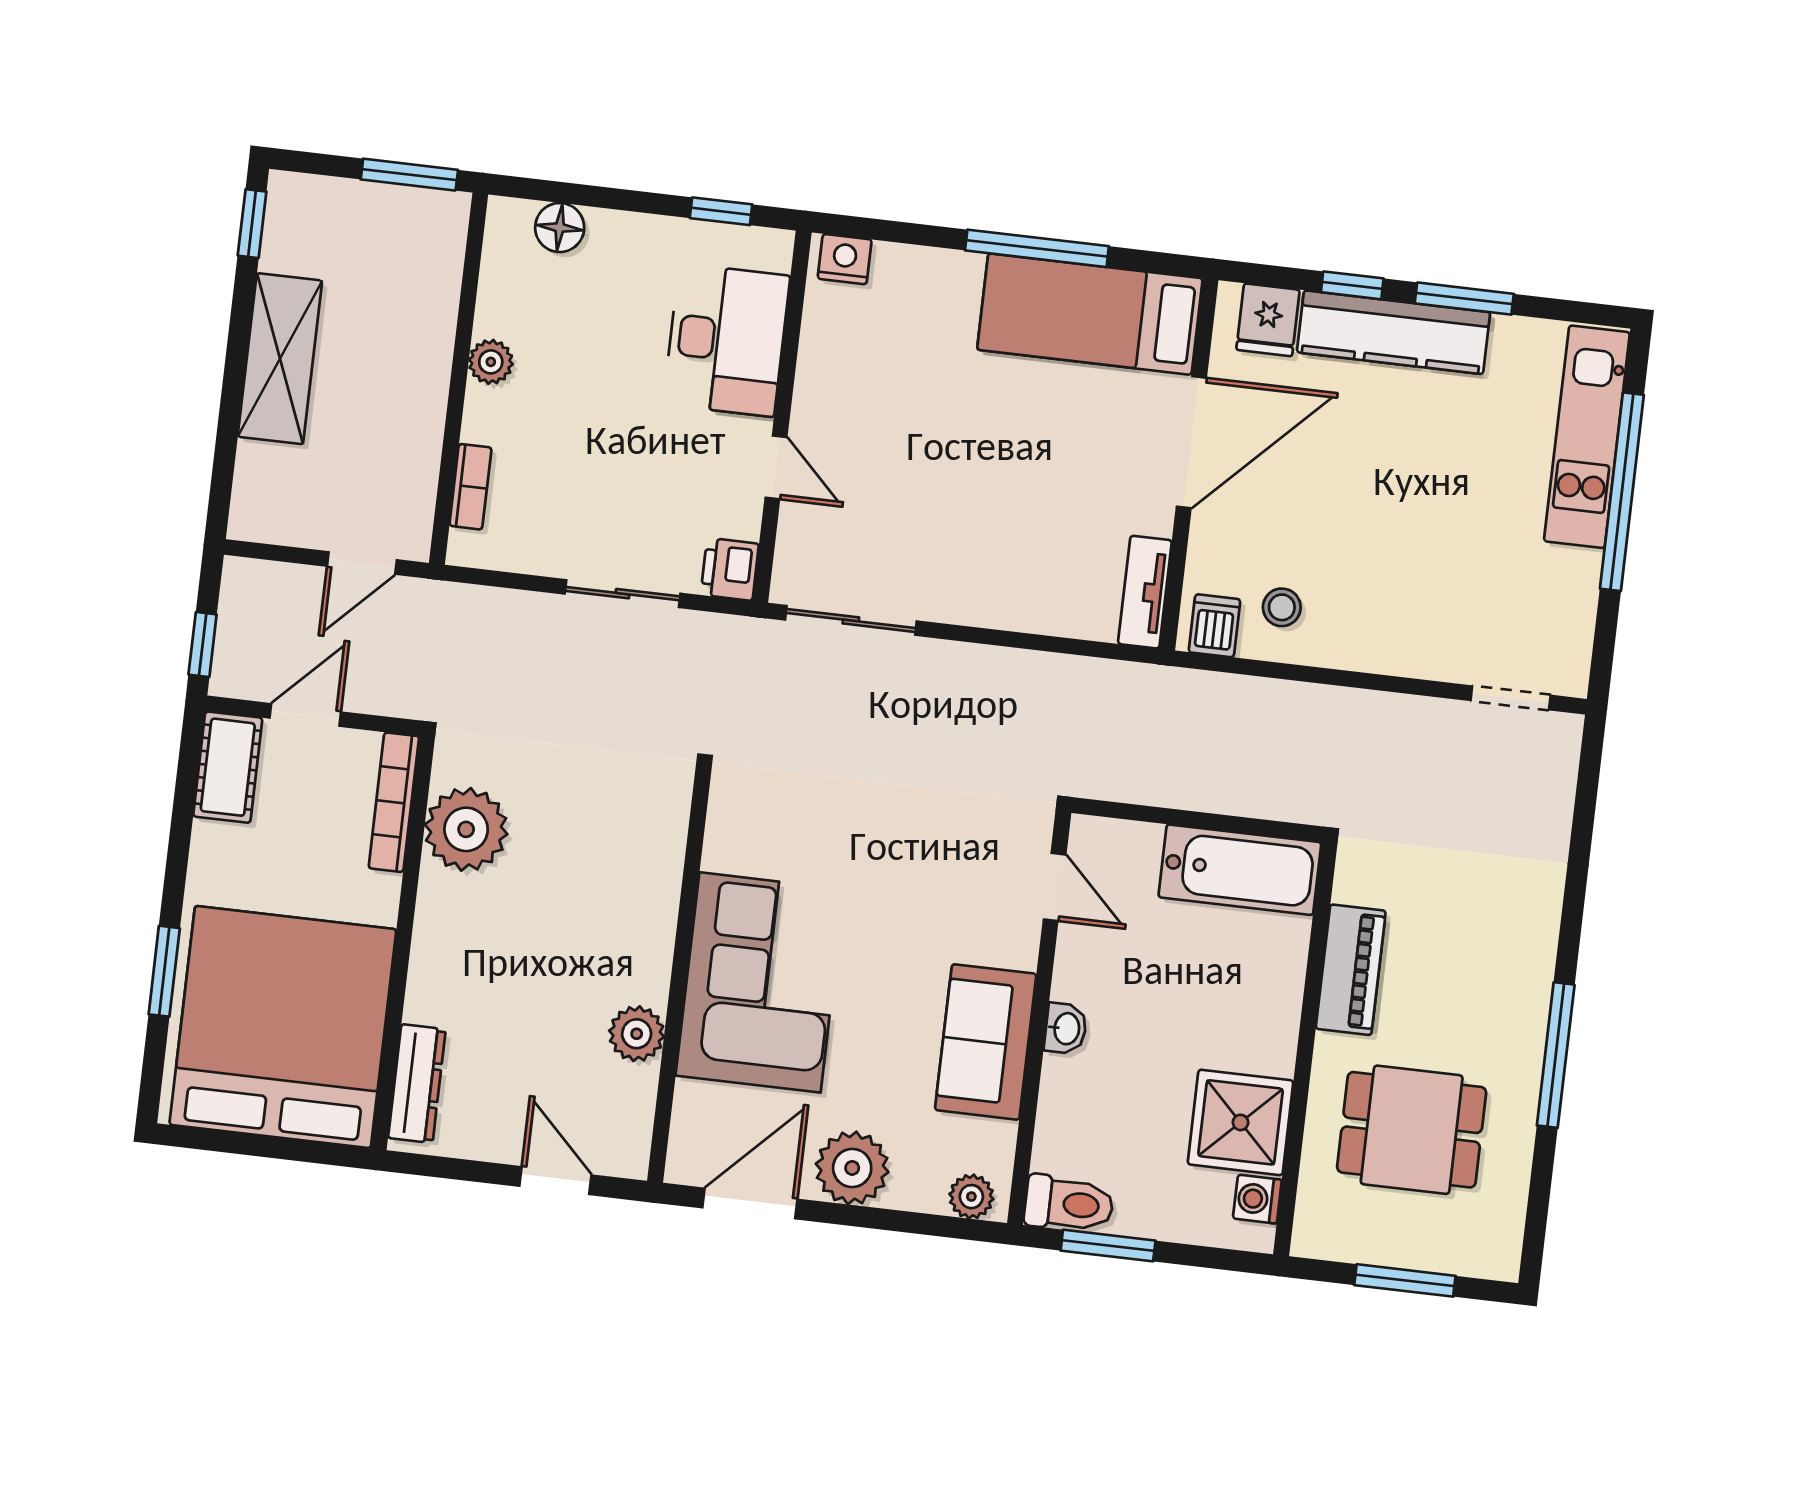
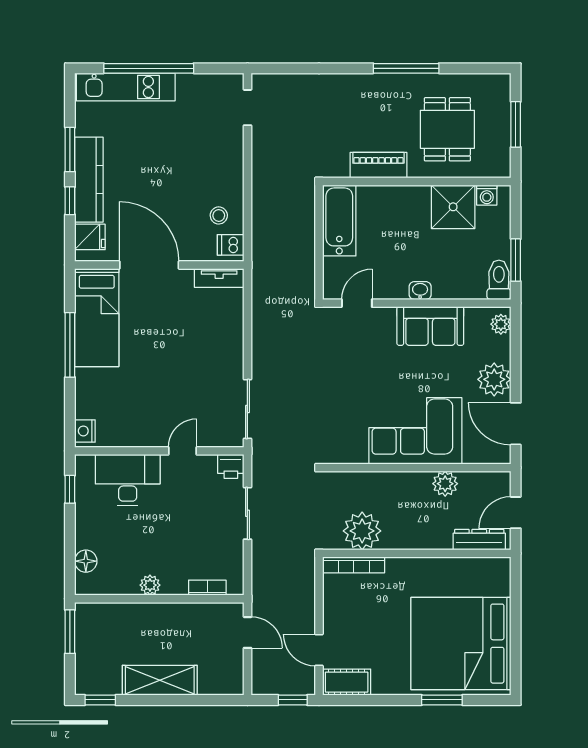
bookcase: (394, 802) -> (354, 565), moved
plant: (466, 829) -> (362, 531), moved
wall: (403, 943) -> (417, 553), moved
dresser: (417, 1084) -> (479, 540), moved

